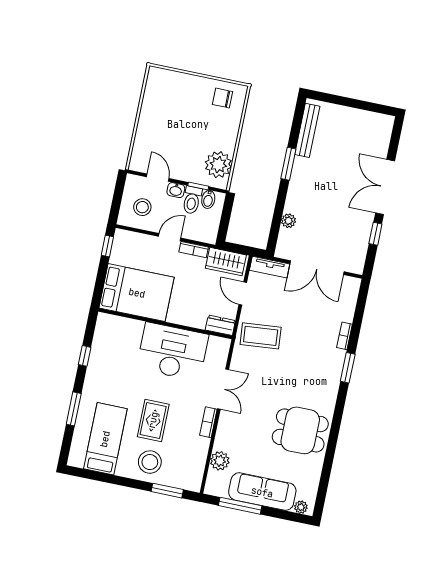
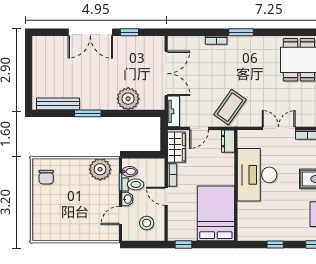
plant: (289, 221) -> (128, 99), width x1.88, depth x1.88
coffee table: (261, 336) -> (230, 107), turned 40

